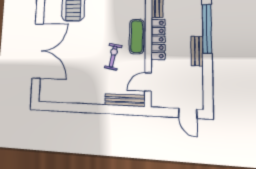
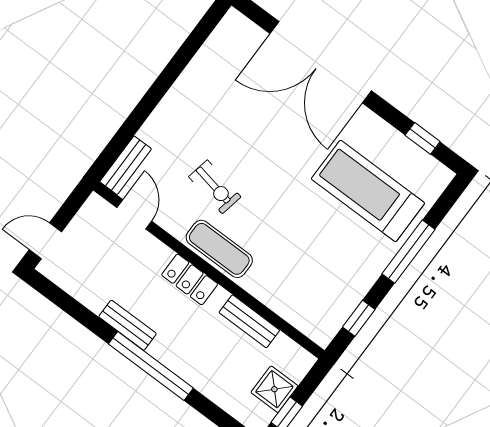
locker: (158, 39) -> (190, 279), width x0.66
bench: (125, 100) -> (126, 165), width x0.73

